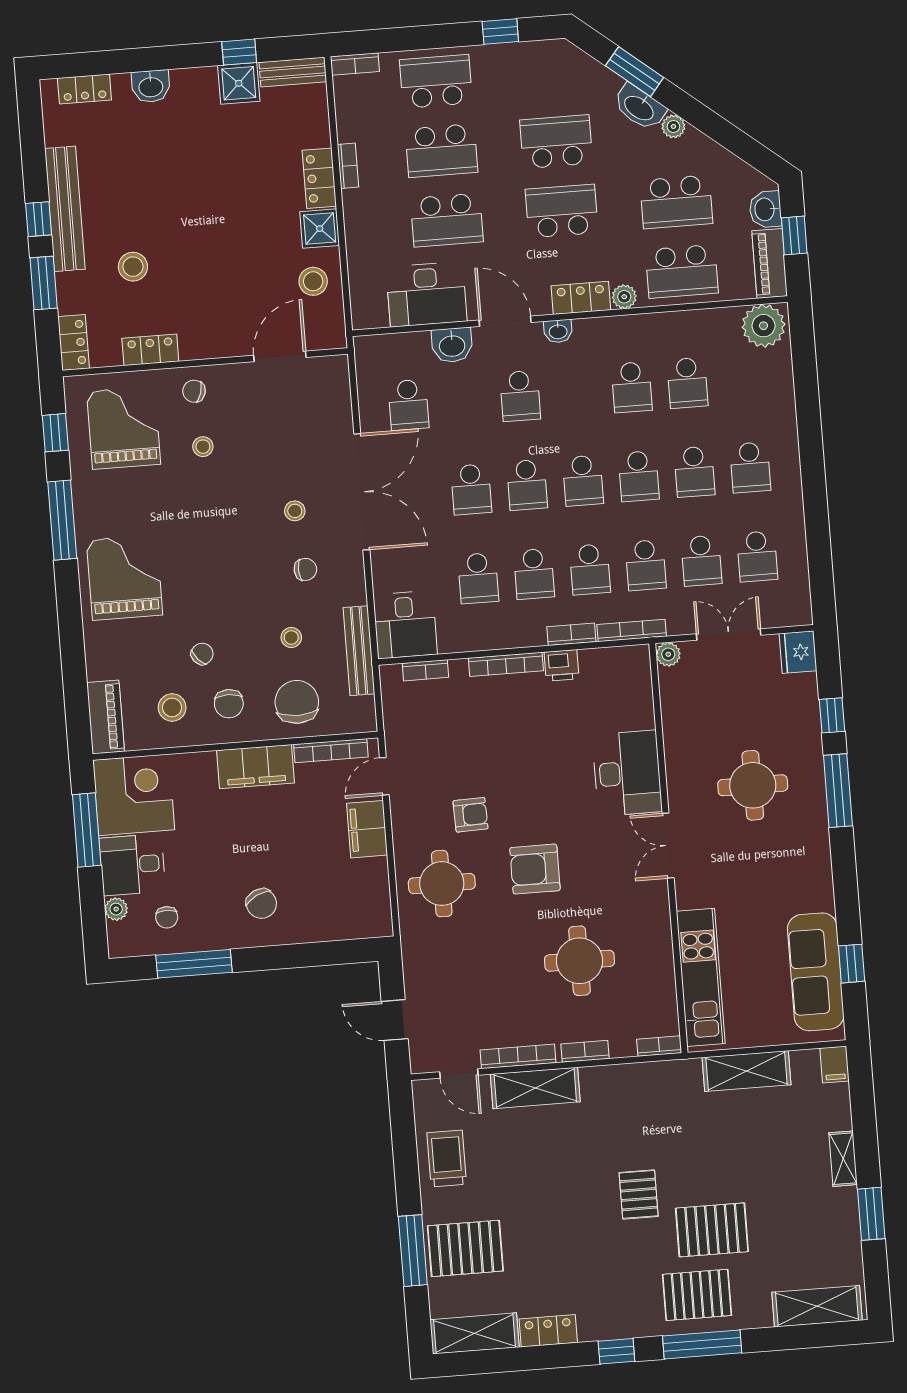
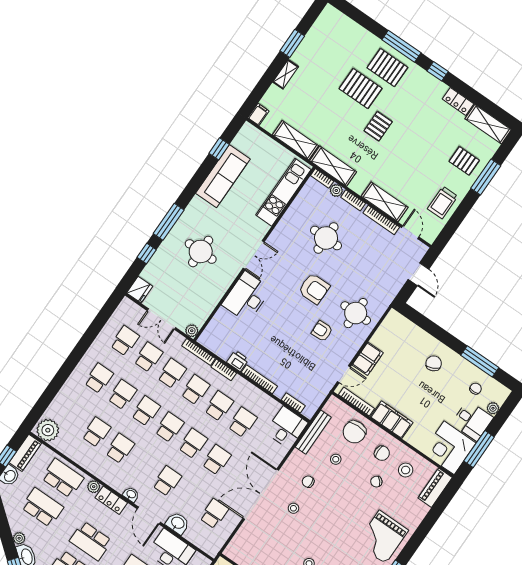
chair: (229, 704) -> (382, 453), turned 90
sofa: (816, 972) -> (223, 176), moved
plant: (623, 1045) -> (336, 190), added
pallet: (465, 1248) -> (464, 161), width x0.67, depth x0.71
shelving: (817, 1306) -> (333, 166), moved

